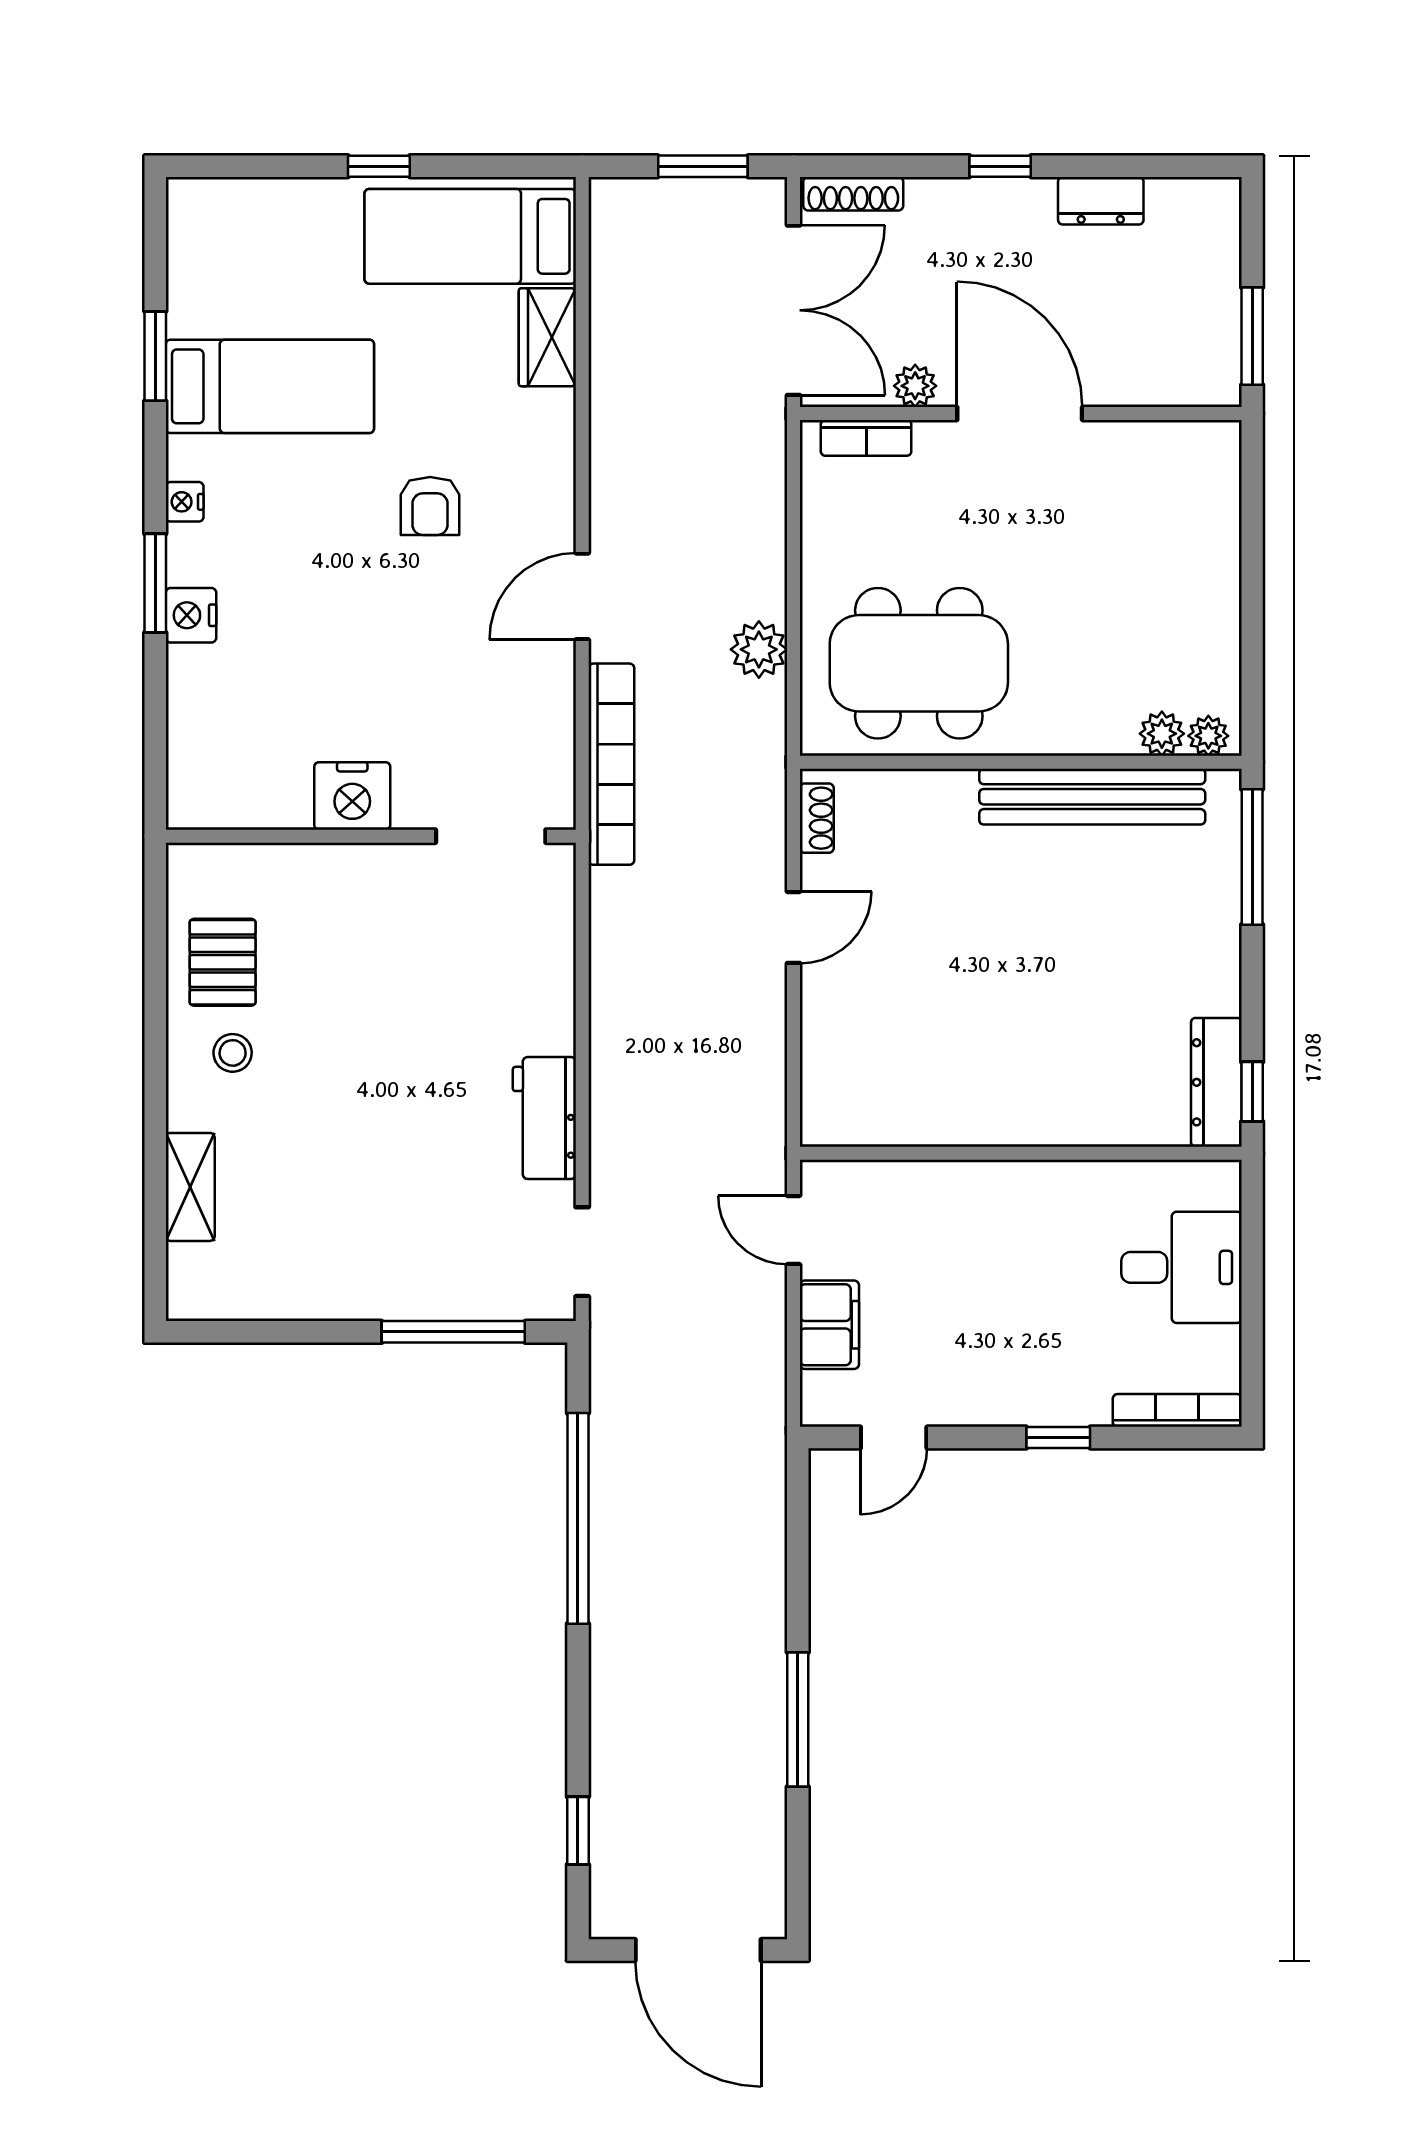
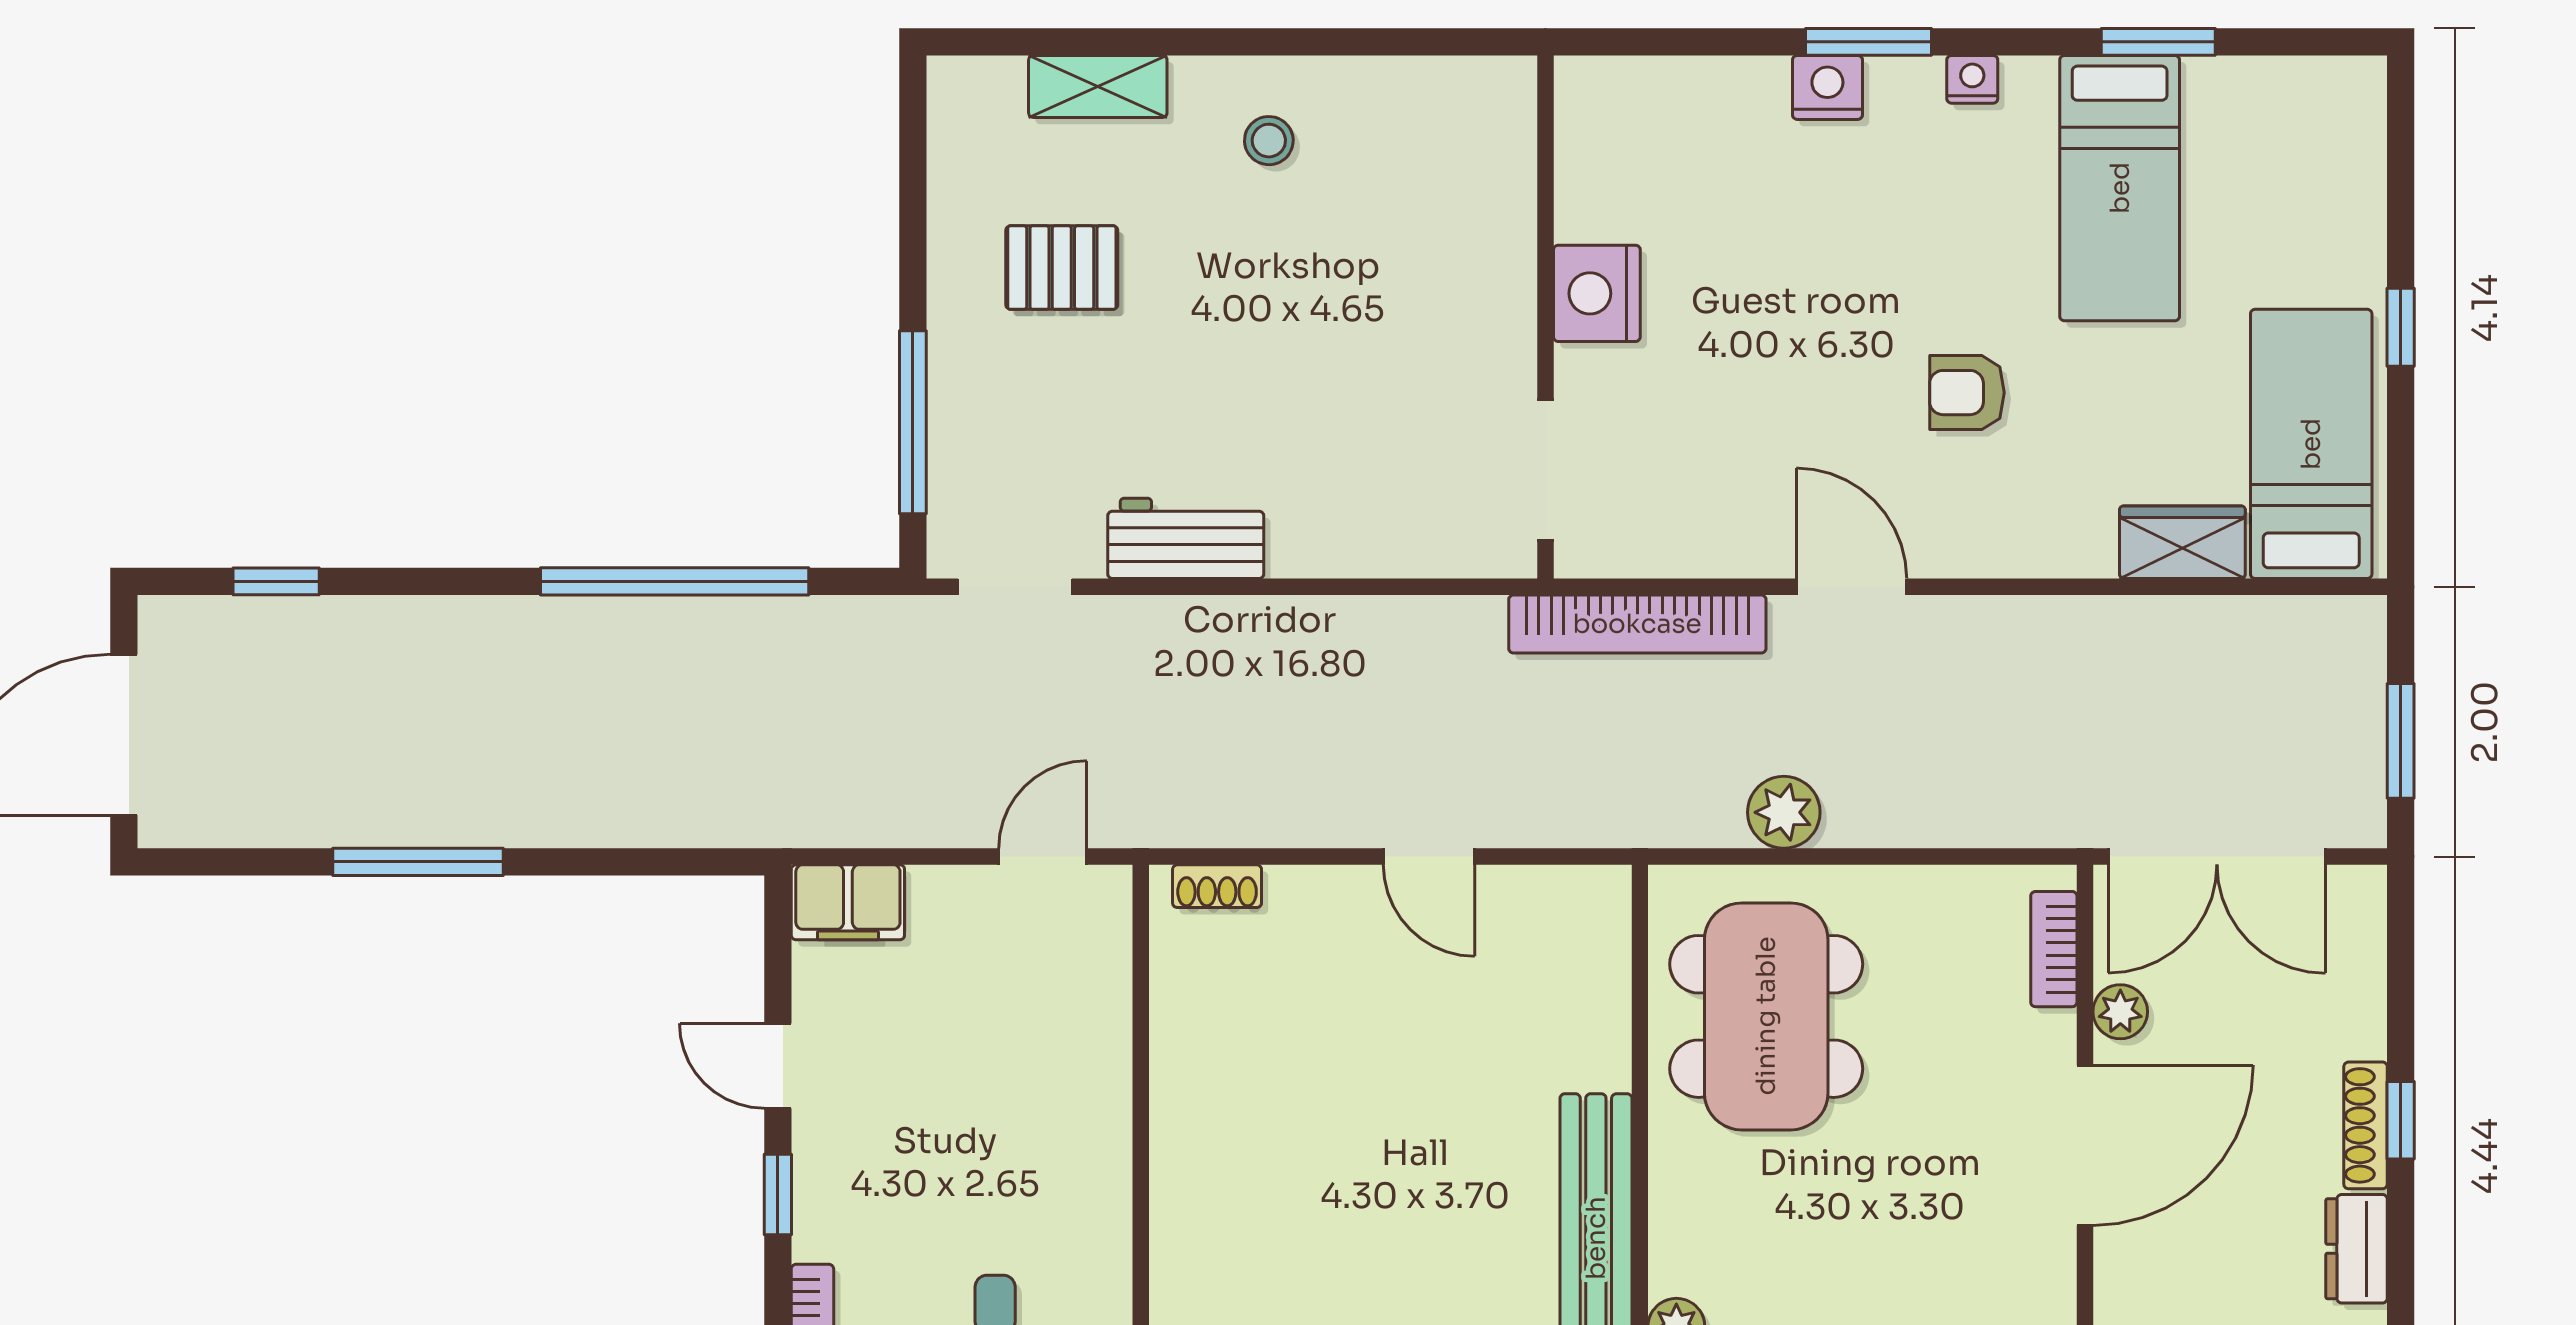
shoe rack: (853, 194) -> (2366, 1125), moved
shoe rack: (817, 818) -> (1217, 886), moved
pallet: (223, 962) -> (1062, 268), moved
filing cabinet: (829, 1325) -> (848, 902), moved
door: (894, 1437) -> (778, 1066), moved

